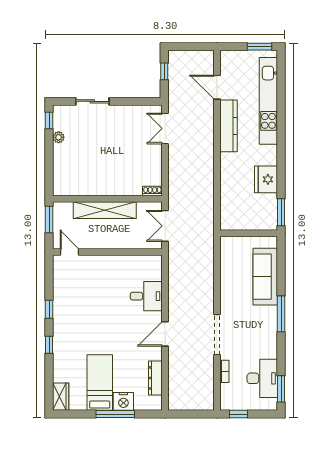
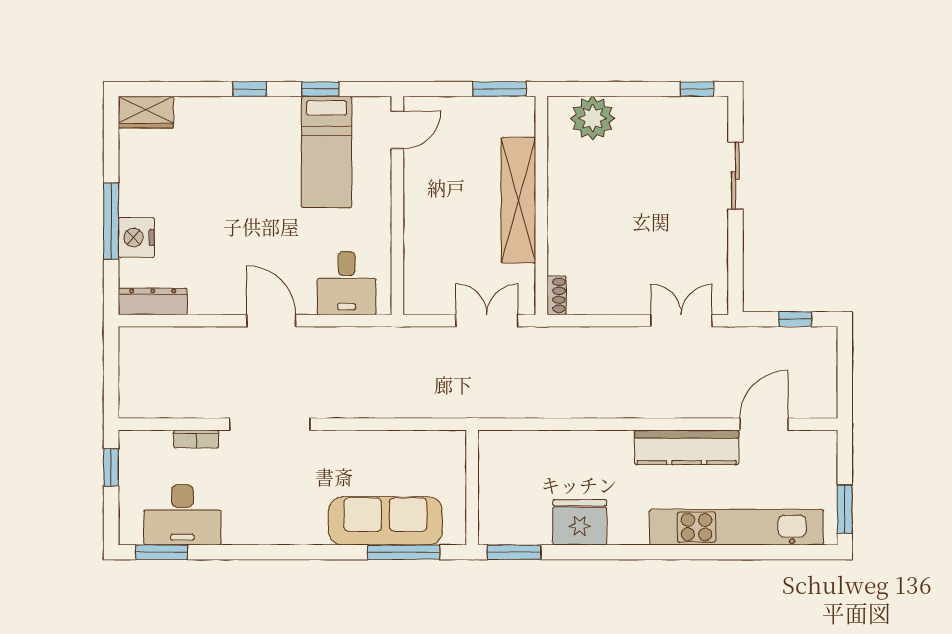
plant: (59, 137) -> (593, 118), moved, width x1.87, depth x1.87
door: (69, 252) -> (397, 130), moved
wall: (107, 252) -> (397, 206), moved
window: (281, 314) -> (404, 552), moved
dresser: (155, 378) -> (153, 301), moved
bed: (100, 383) -> (327, 152), moved, turned 90

